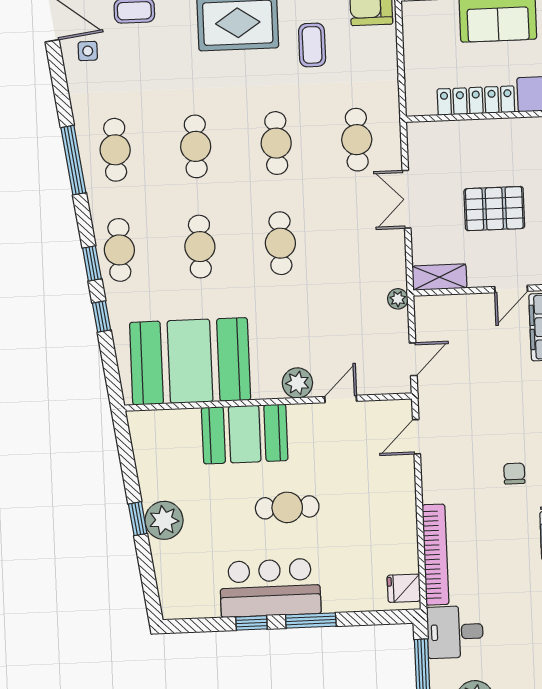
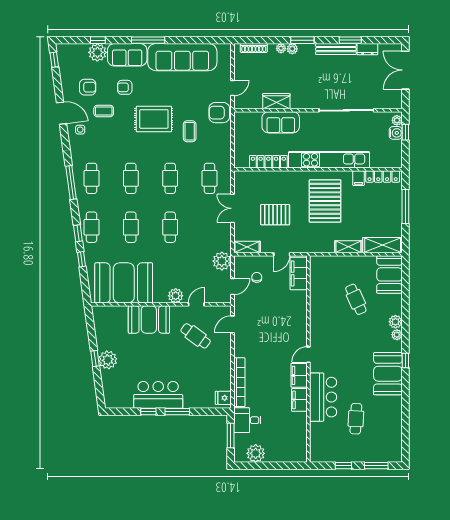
plant: (398, 299) -> (222, 261), width x1.87, depth x1.87
chair: (514, 473) -> (257, 277), moved
cafe table: (287, 507) -> (196, 336), moved, turned 36

